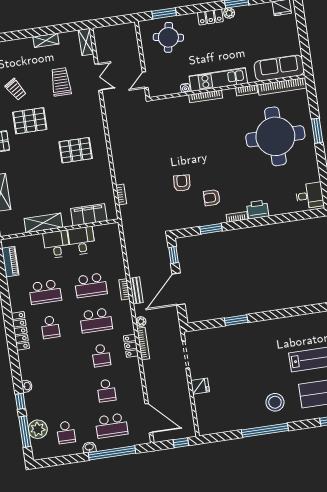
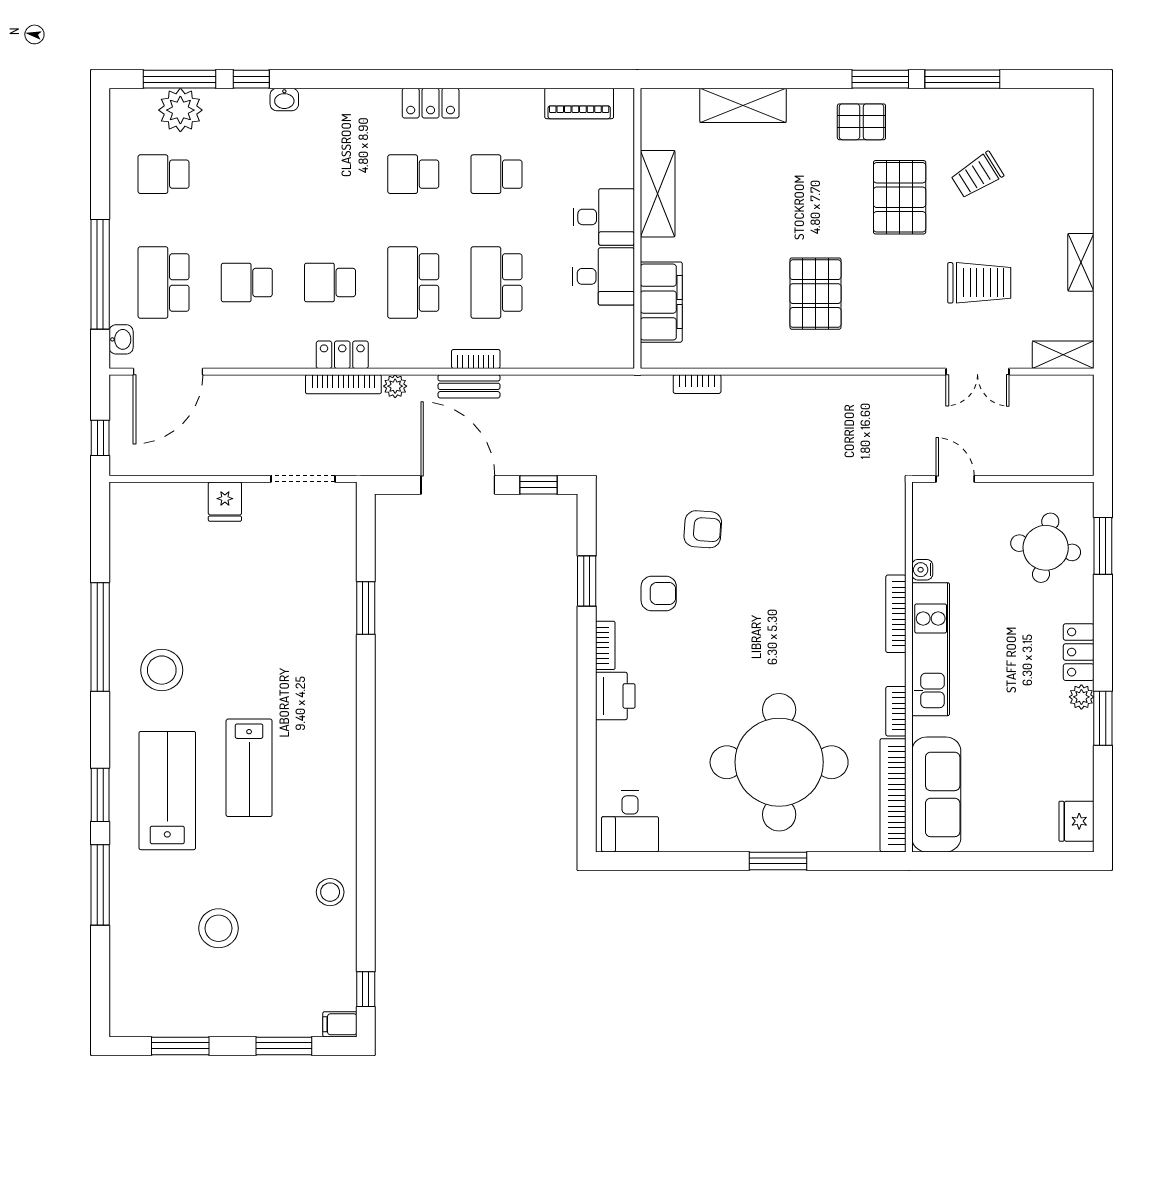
armchair: (212, 198) -> (659, 594), turned 90
school desk: (45, 292) -> (497, 174), width x0.54
locker: (20, 331) -> (431, 103), width x0.66
washbasin: (89, 447) -> (121, 339), moved

